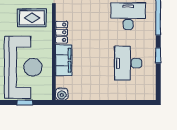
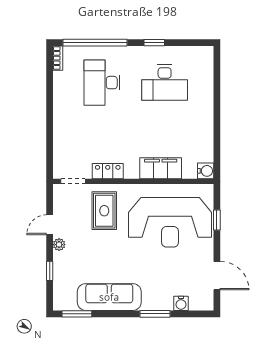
locker: (62, 32) -> (108, 171), moved
reception desk: (23, 67) -> (170, 222), turned 180

